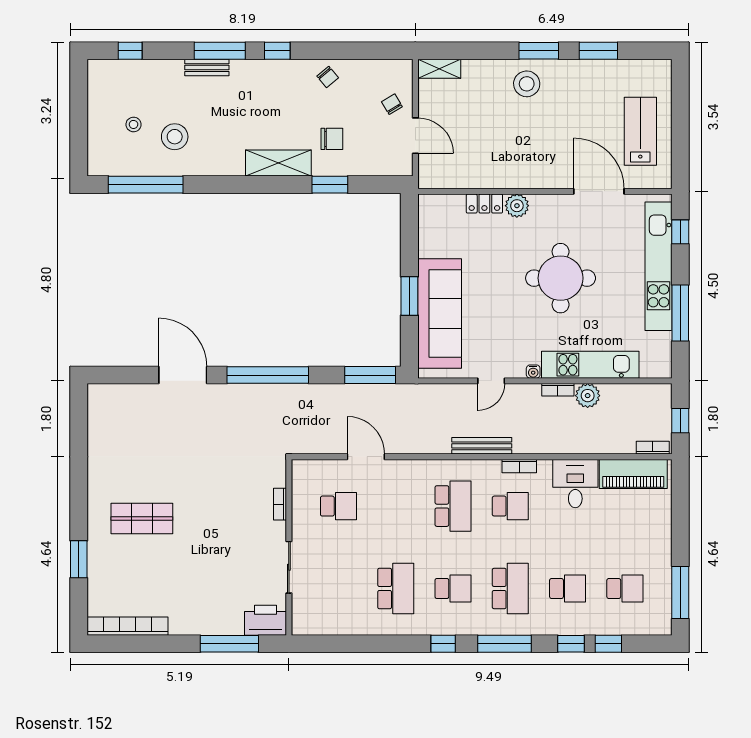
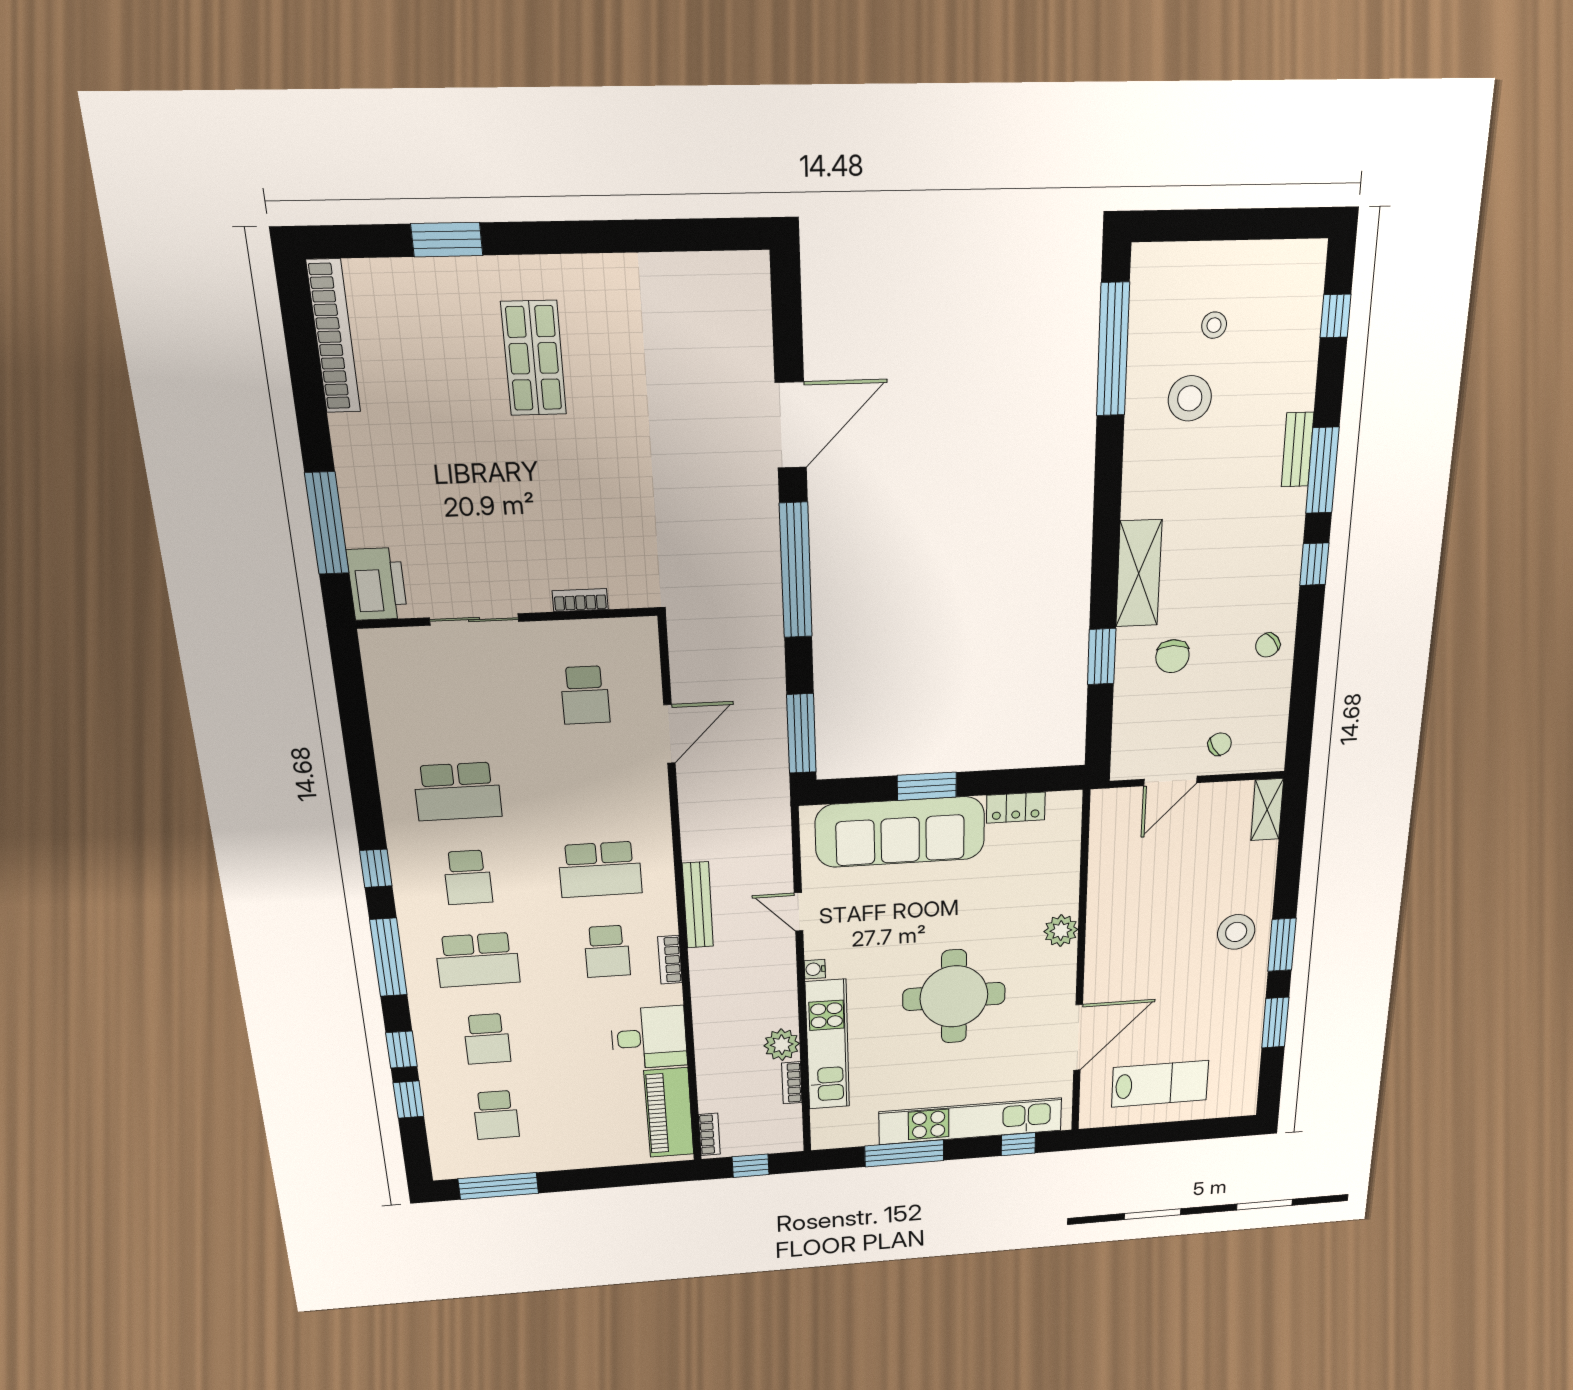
locker: (484, 204) -> (1016, 808), moved, turned -90
bookcase: (558, 390) -> (792, 1083), moved

